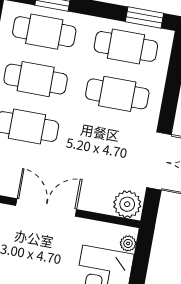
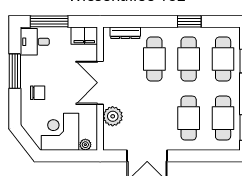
plant: (127, 204) -> (113, 116), moved
double door: (46, 207) -> (100, 83), swing flipped

